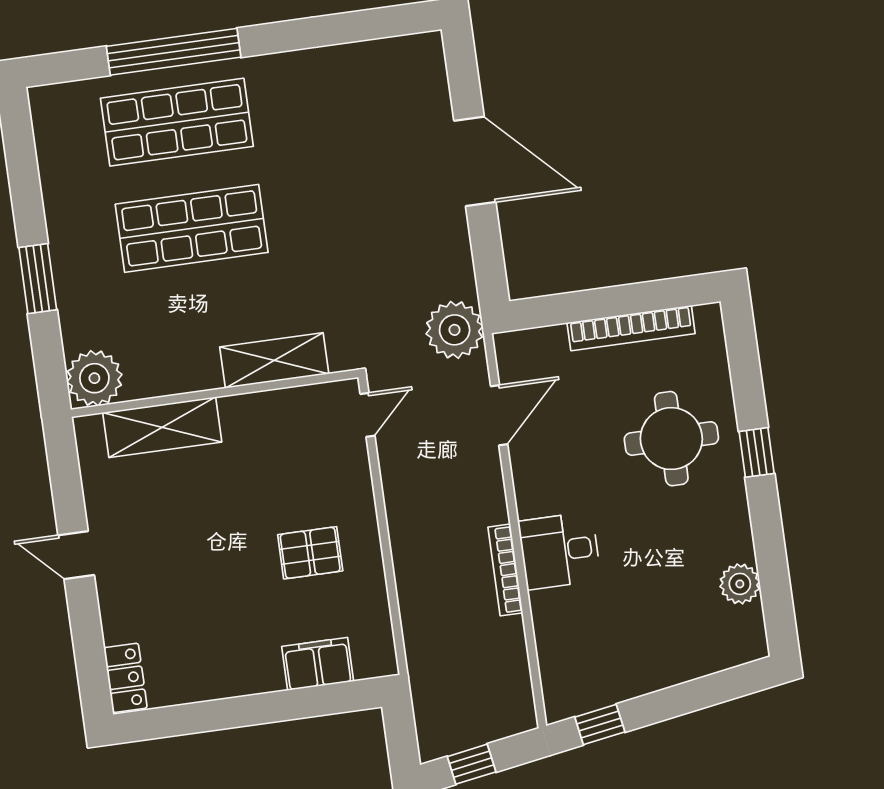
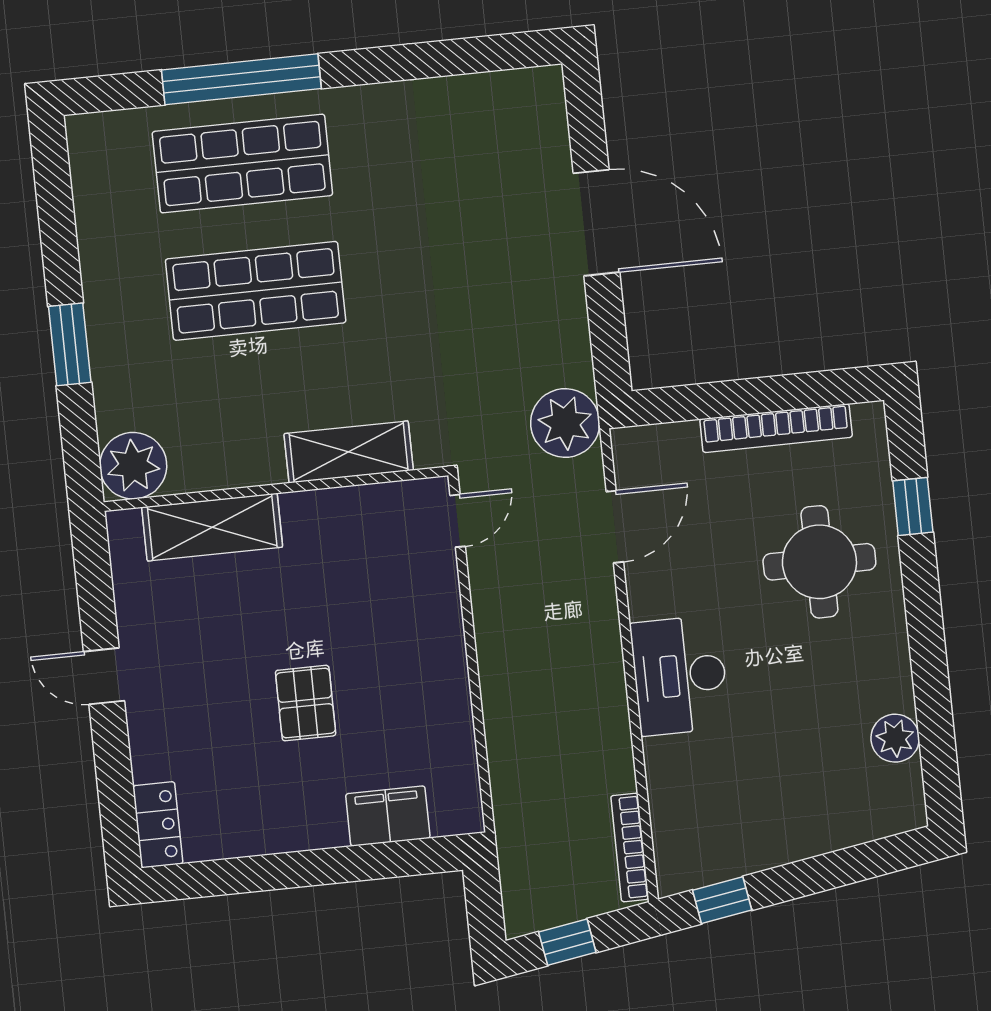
window: (757, 452) -> (913, 507), moved
desk: (560, 551) -> (680, 675), width x1.37
pallet: (310, 553) -> (306, 703), moved, turned 90
bookcase: (505, 570) -> (630, 847), moved

